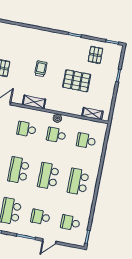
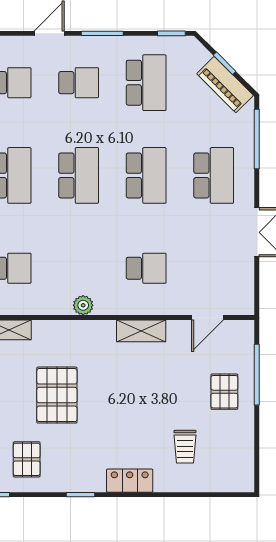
locker: (52, 37) -> (130, 481), added
trolley: (41, 69) -> (185, 447), moved
pallet: (77, 81) -> (57, 395), turned 90
school desk: (56, 135) -> (79, 268), removed

